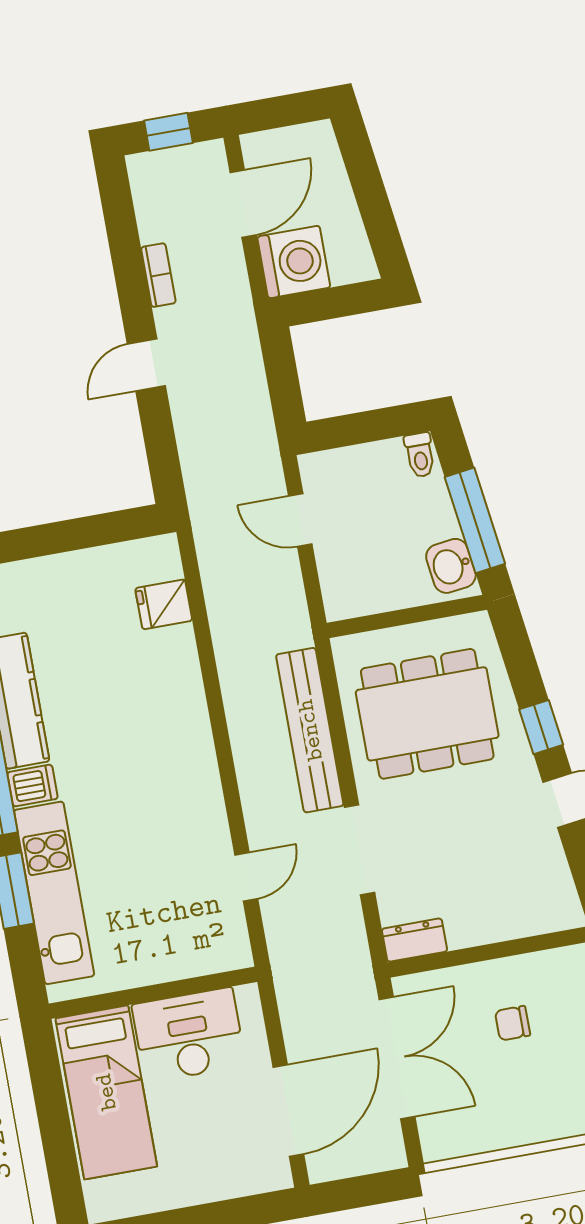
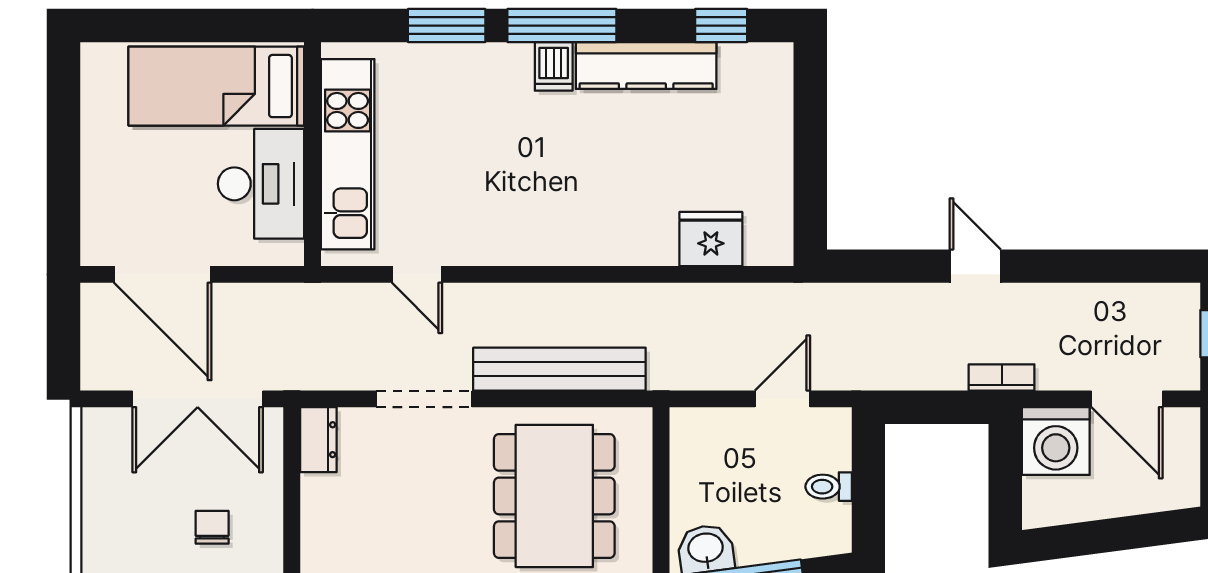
bookcase: (158, 275) -> (1002, 377), moved, turned 180
toilet: (420, 455) -> (829, 487), moved
fridge: (164, 604) -> (711, 239), width x1.38
kitchen unit: (54, 893) -> (348, 154), moved, turned -90

